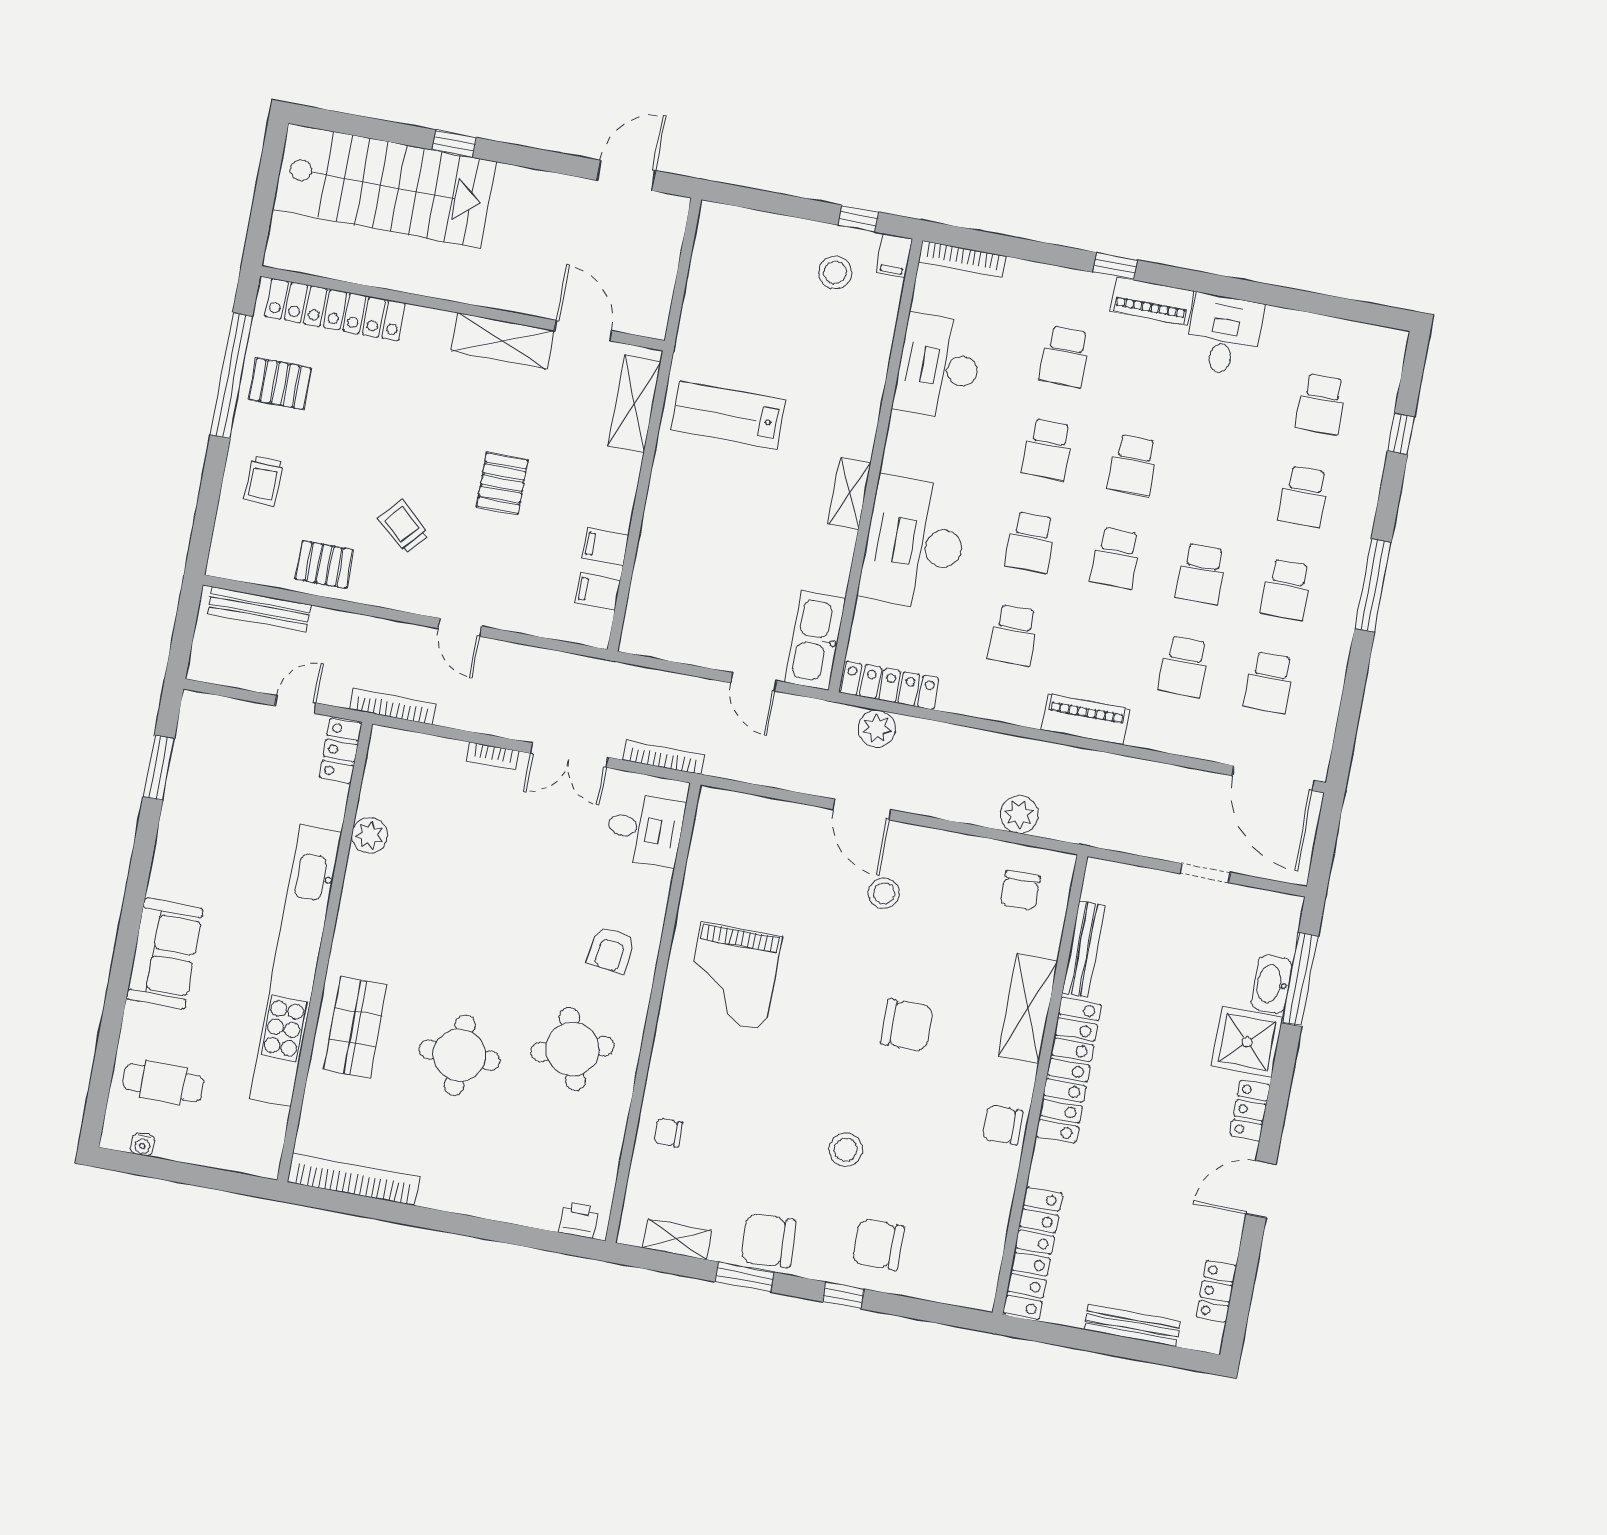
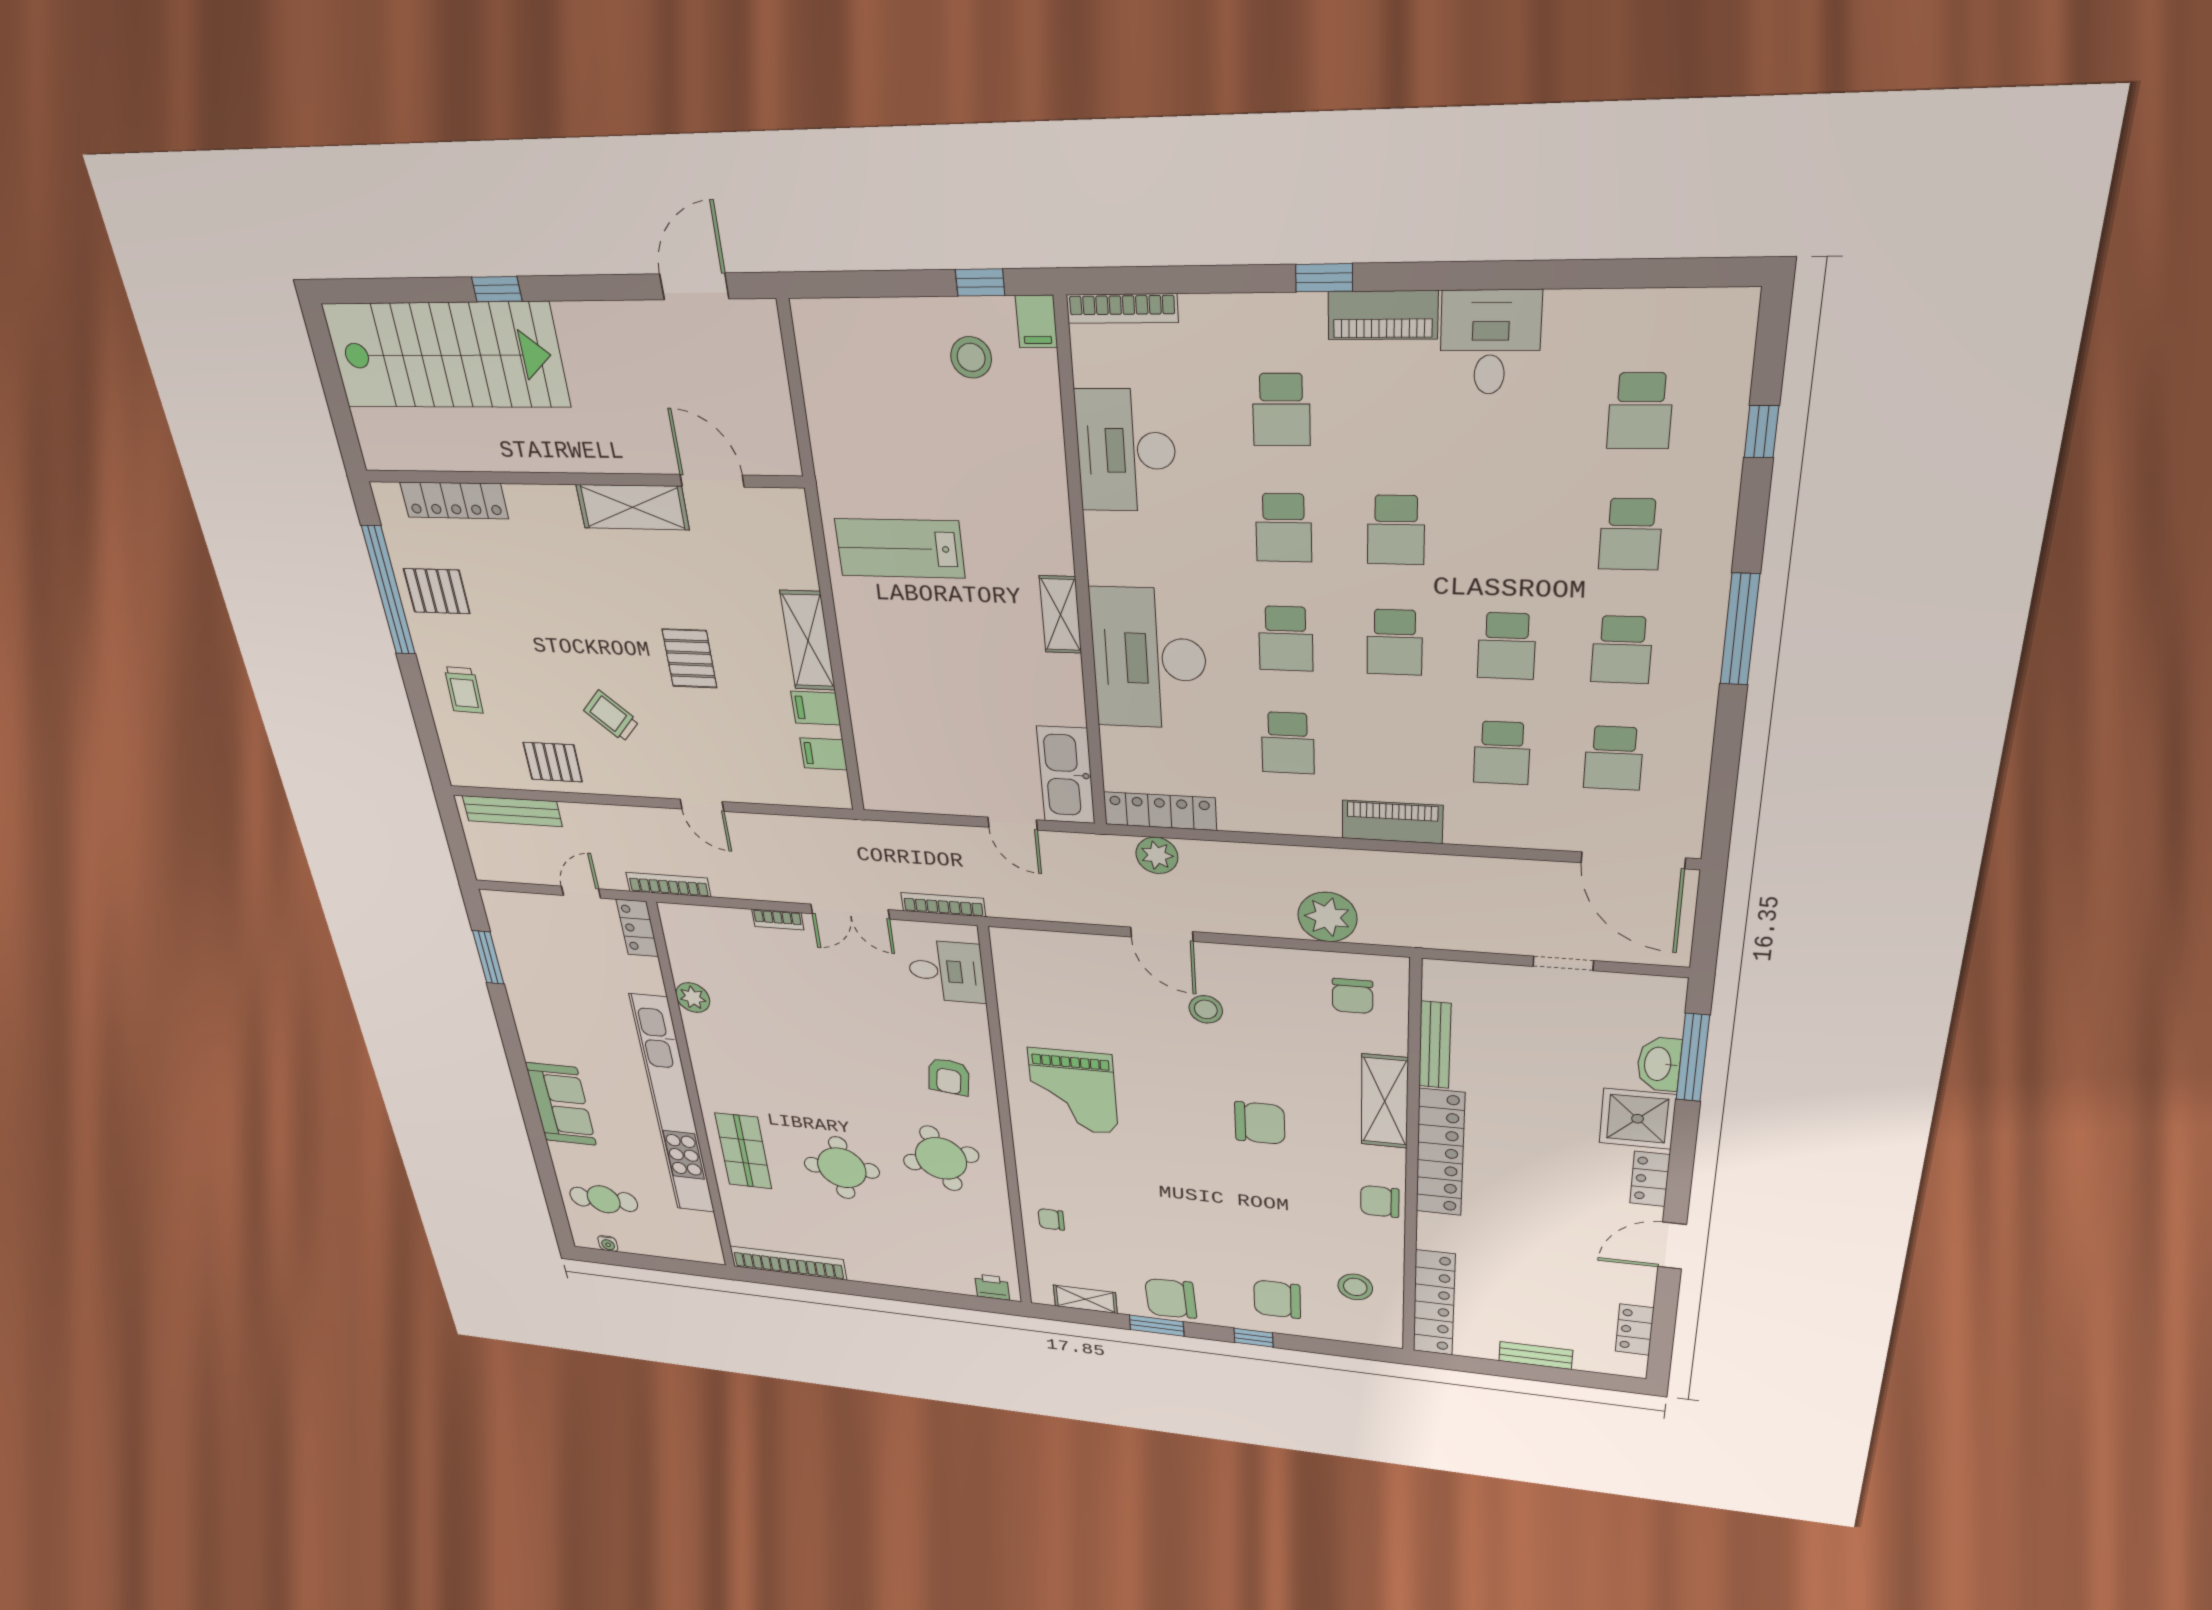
locker: (335, 310) -> (454, 500), width x0.71, depth x0.83
shelving: (634, 404) -> (808, 641), moved
plant: (1019, 814) -> (1327, 917), width x1.36, depth x1.36
stool: (846, 1150) -> (1355, 1287), moved
bench: (1132, 1325) -> (1536, 1356), width x0.73

